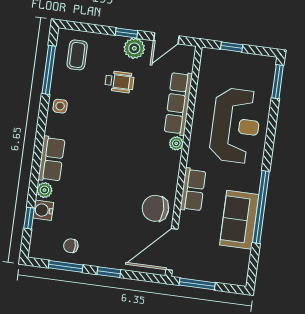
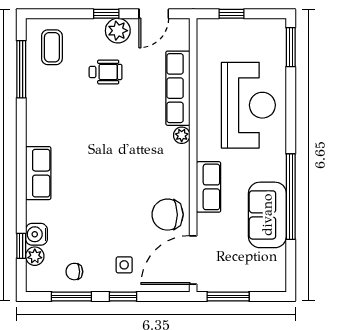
side table: (60, 106) -> (124, 265), moved
plant: (44, 190) -> (35, 256), moved

